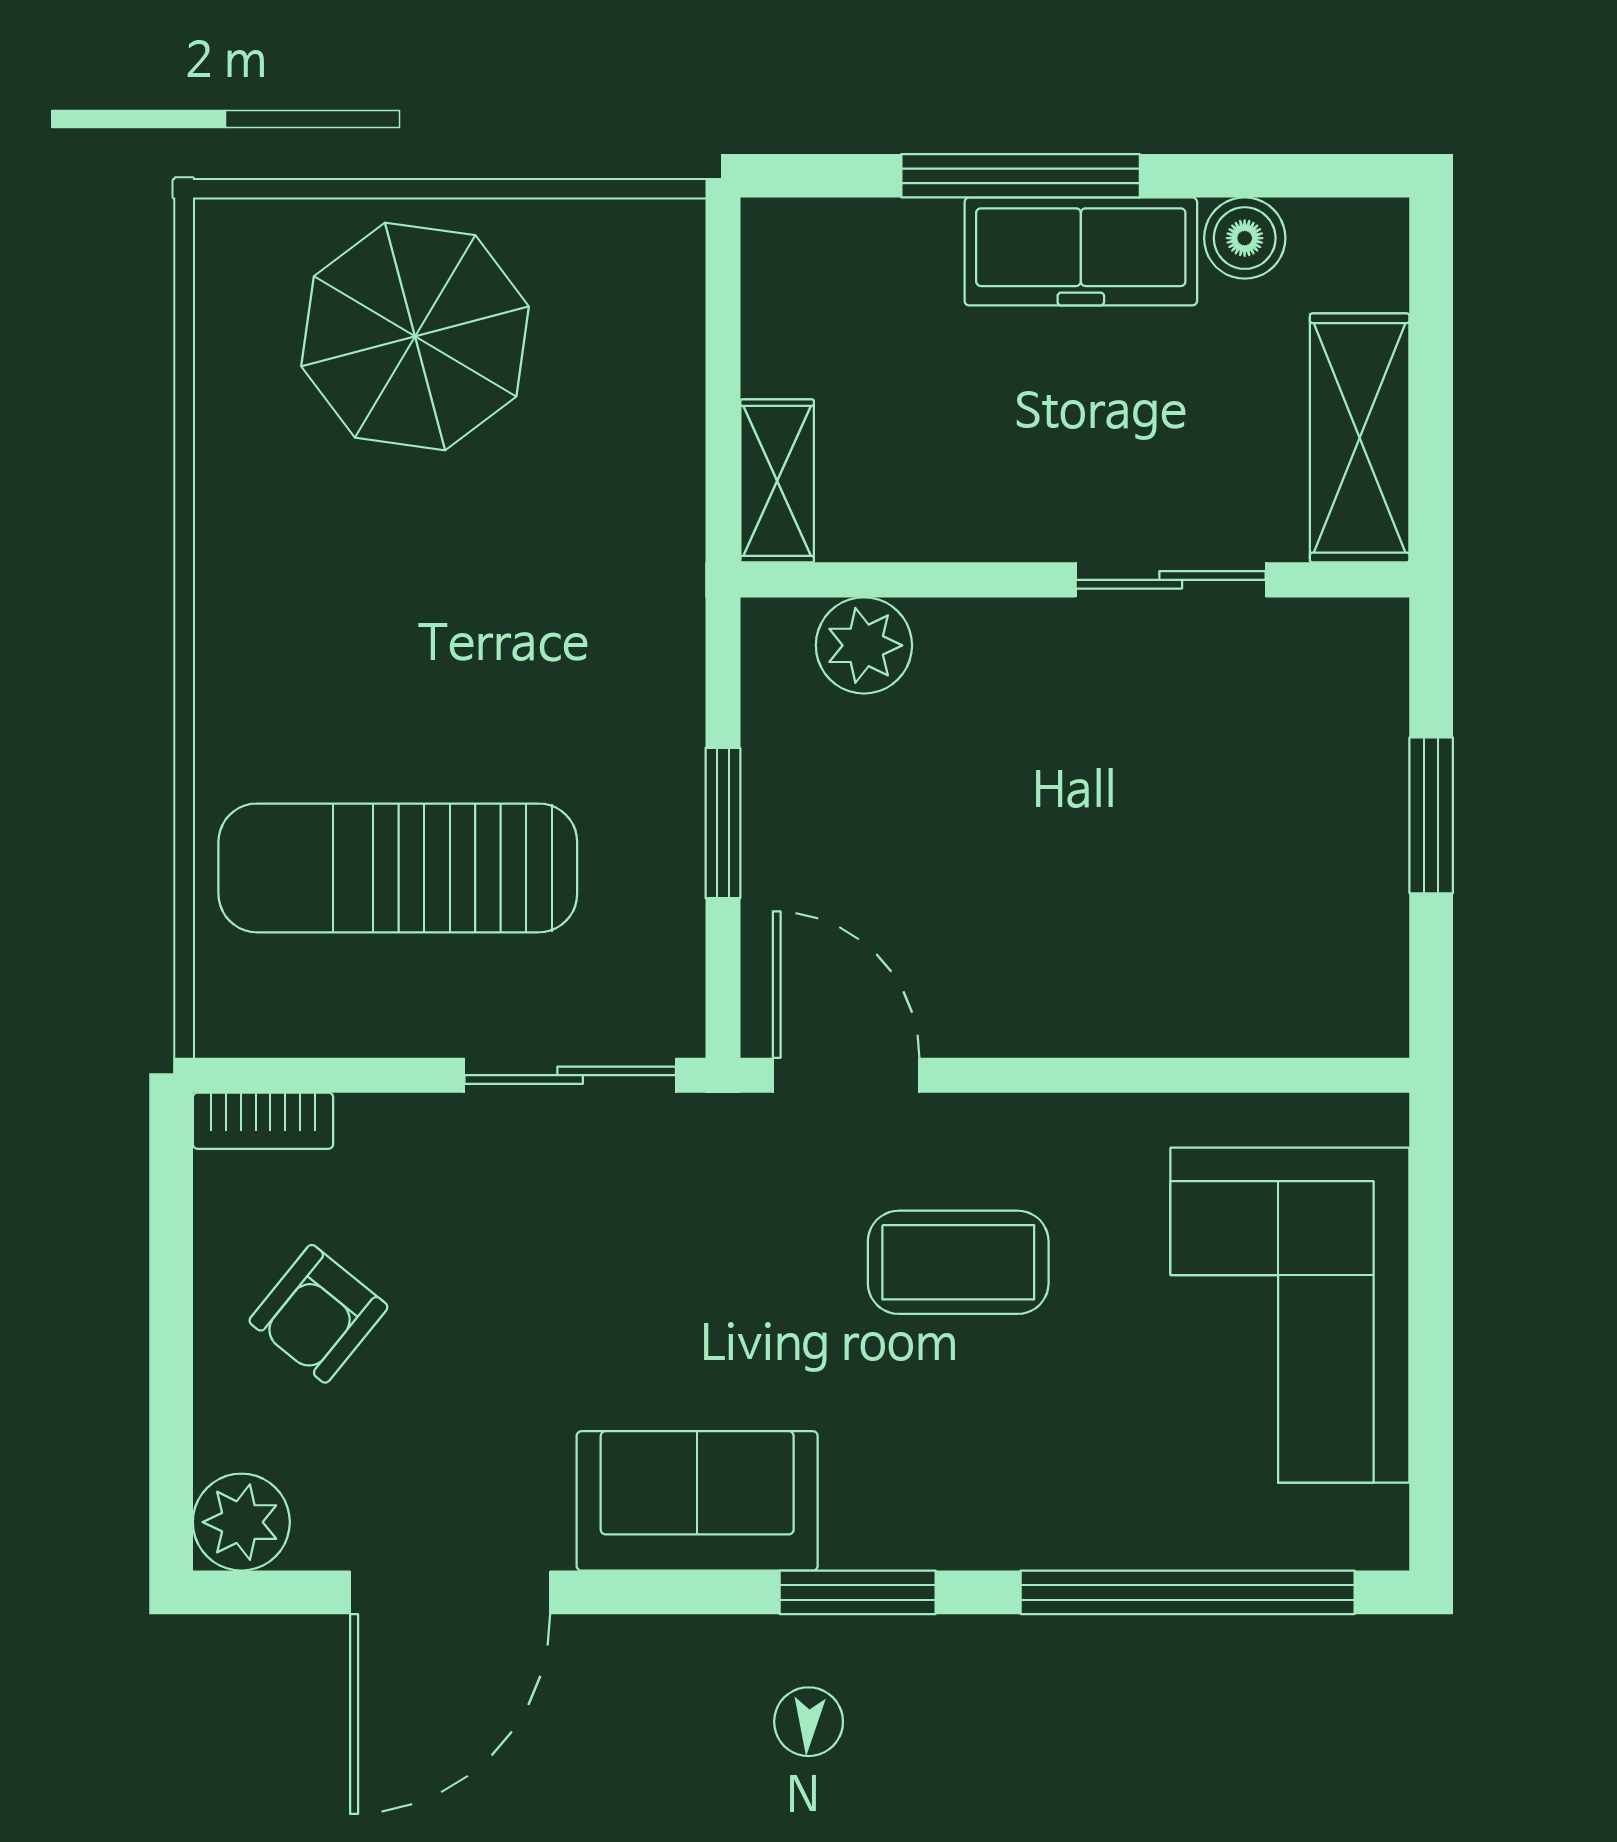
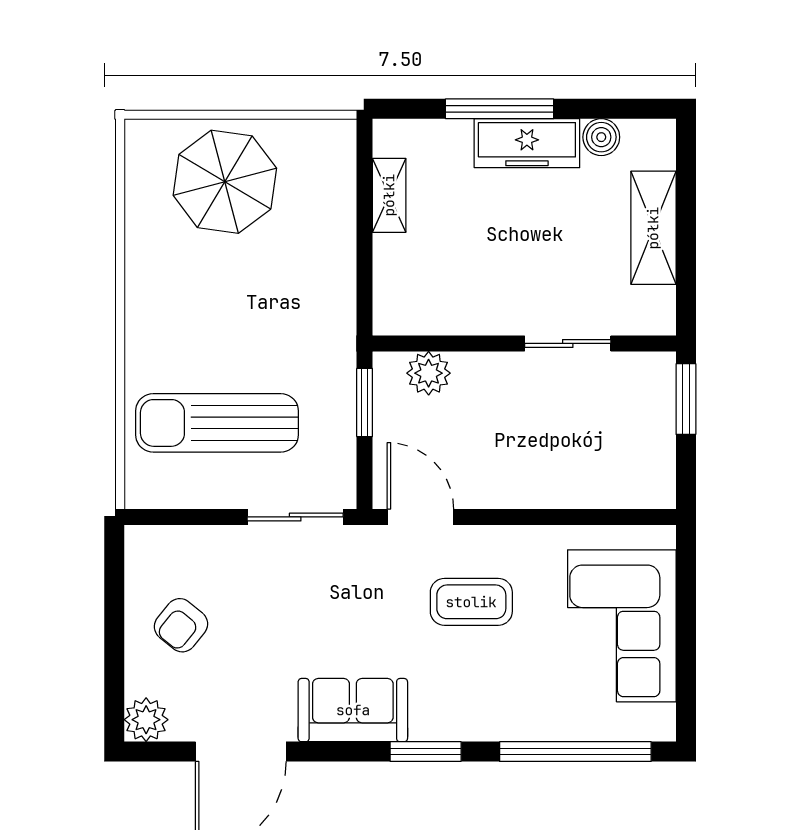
shelving: (777, 481) -> (389, 195), moved
wall: (1075, 580) -> (524, 343), moved
sliding door: (1171, 580) -> (568, 343), moved
plant: (864, 645) -> (429, 373), moved
bookcase: (263, 1121) -> (156, 538), removed

